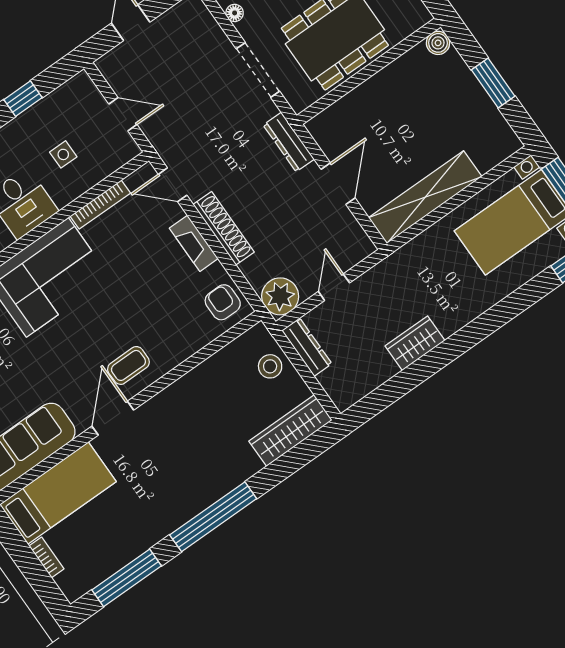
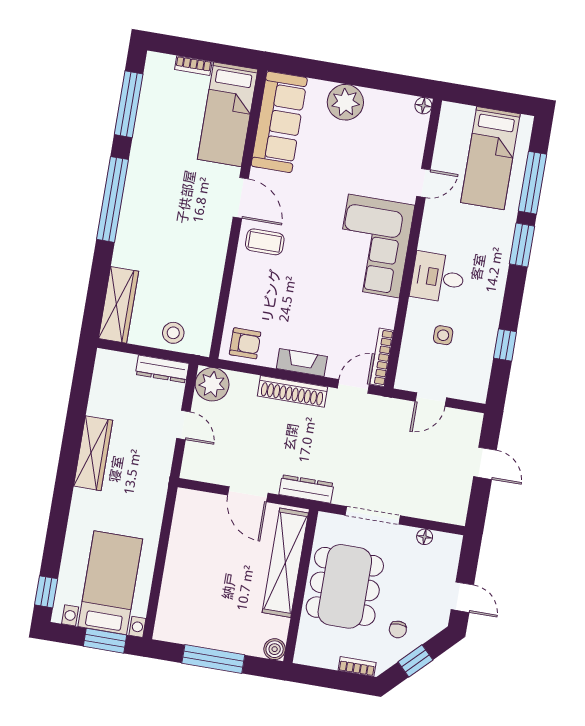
window: (493, 83) -> (213, 659), width x1.44
shelving: (425, 197) -> (285, 563), moved
bookcase: (100, 205) -> (382, 357), moved
wardrobe: (415, 343) -> (93, 453), width x1.50
coffee table: (128, 365) -> (265, 242), turned 90

